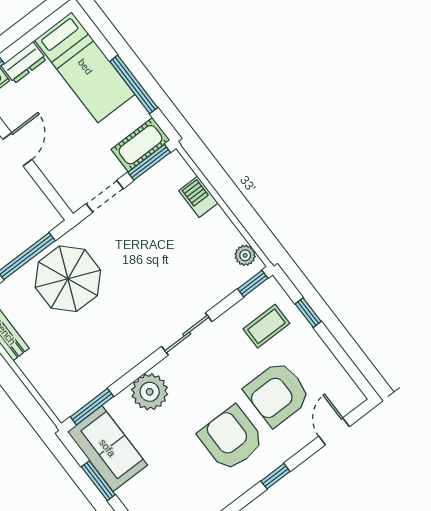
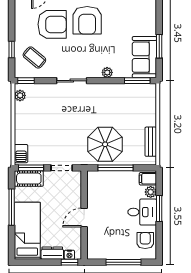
barbecue: (198, 197) -> (21, 154), moved
coffee table: (266, 326) -> (34, 57), turned 40
plant: (150, 392) -> (107, 72), width x0.53, depth x0.53

